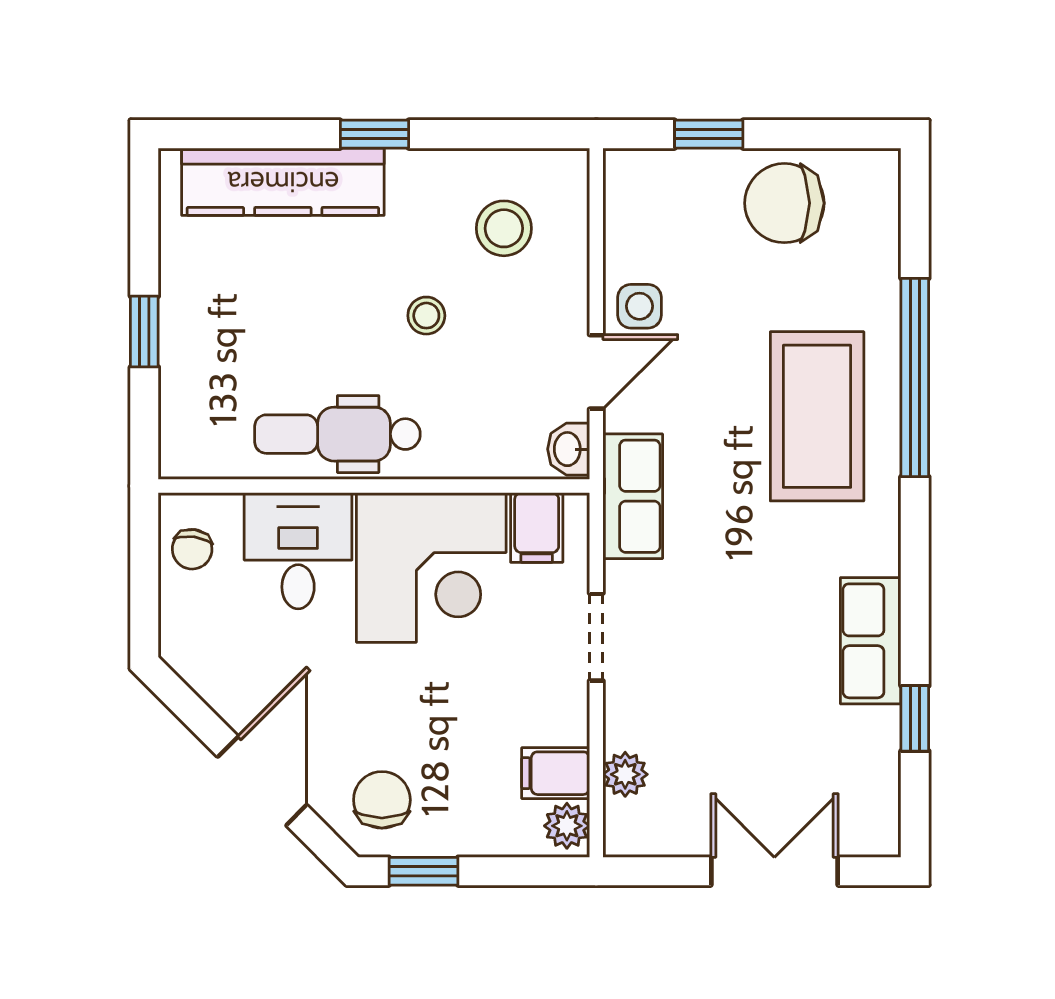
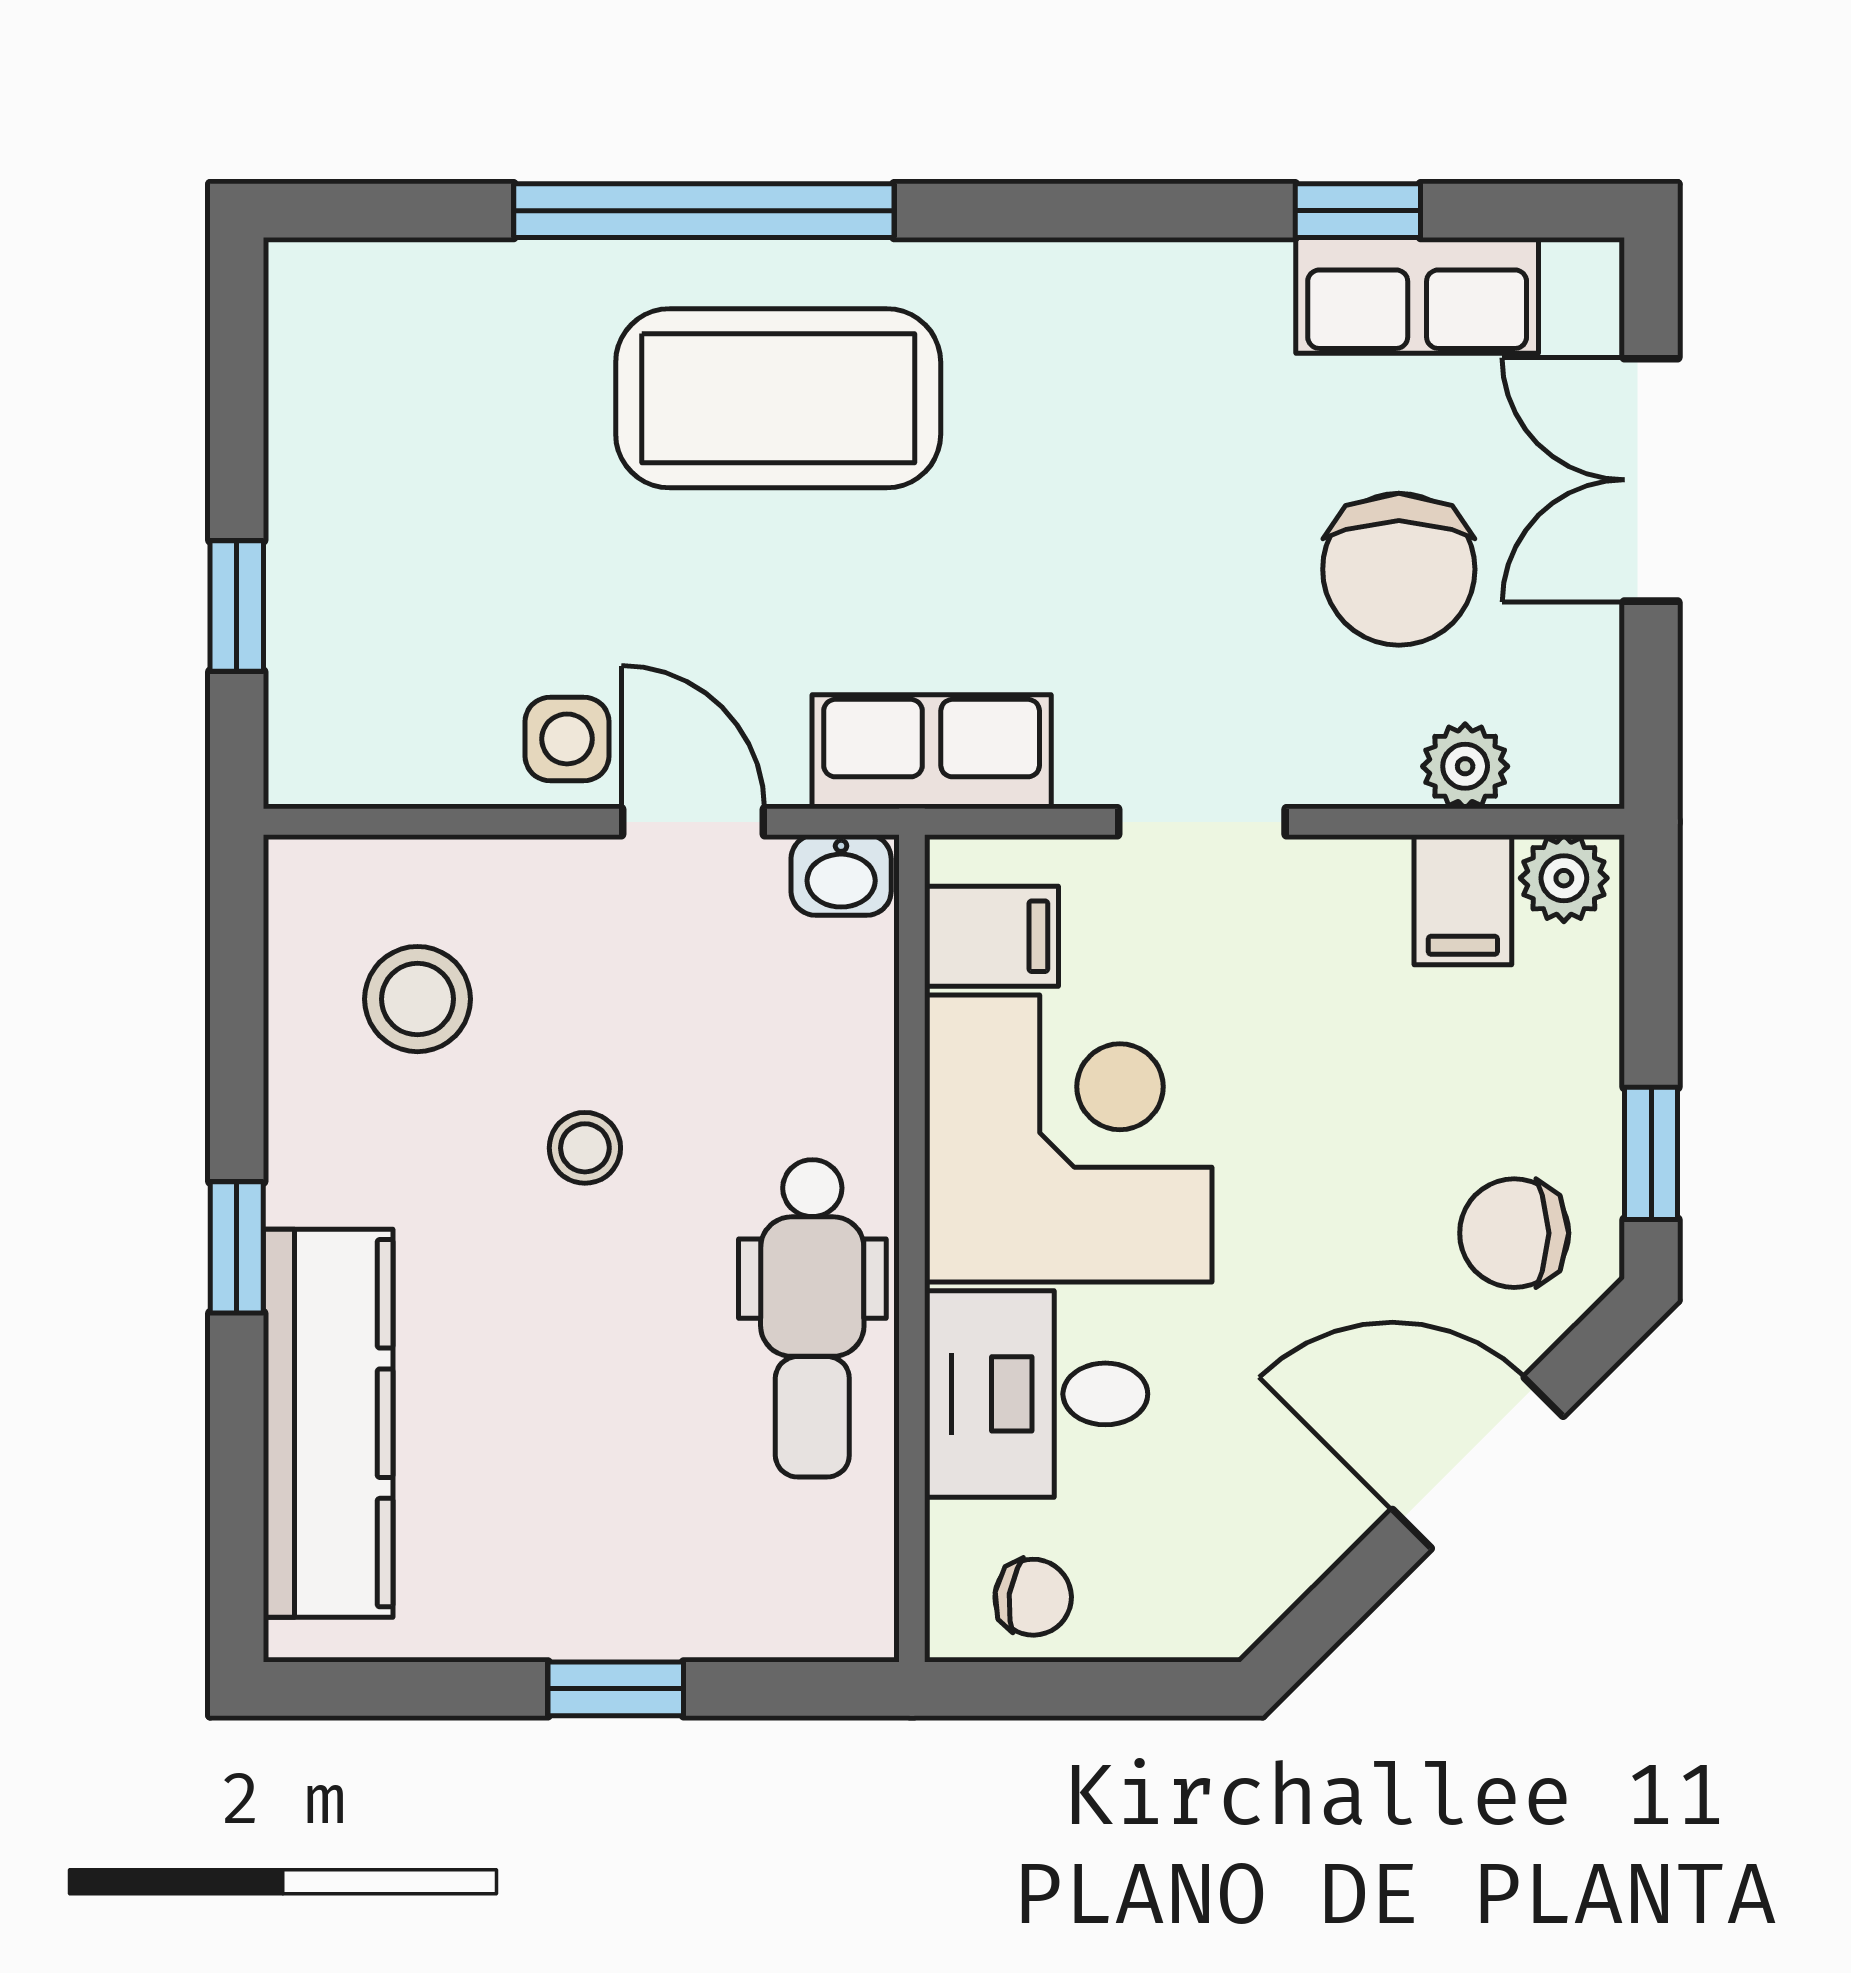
chair: (784, 203) -> (1399, 569), moved
row of seats: (871, 641) -> (1417, 295), moved

